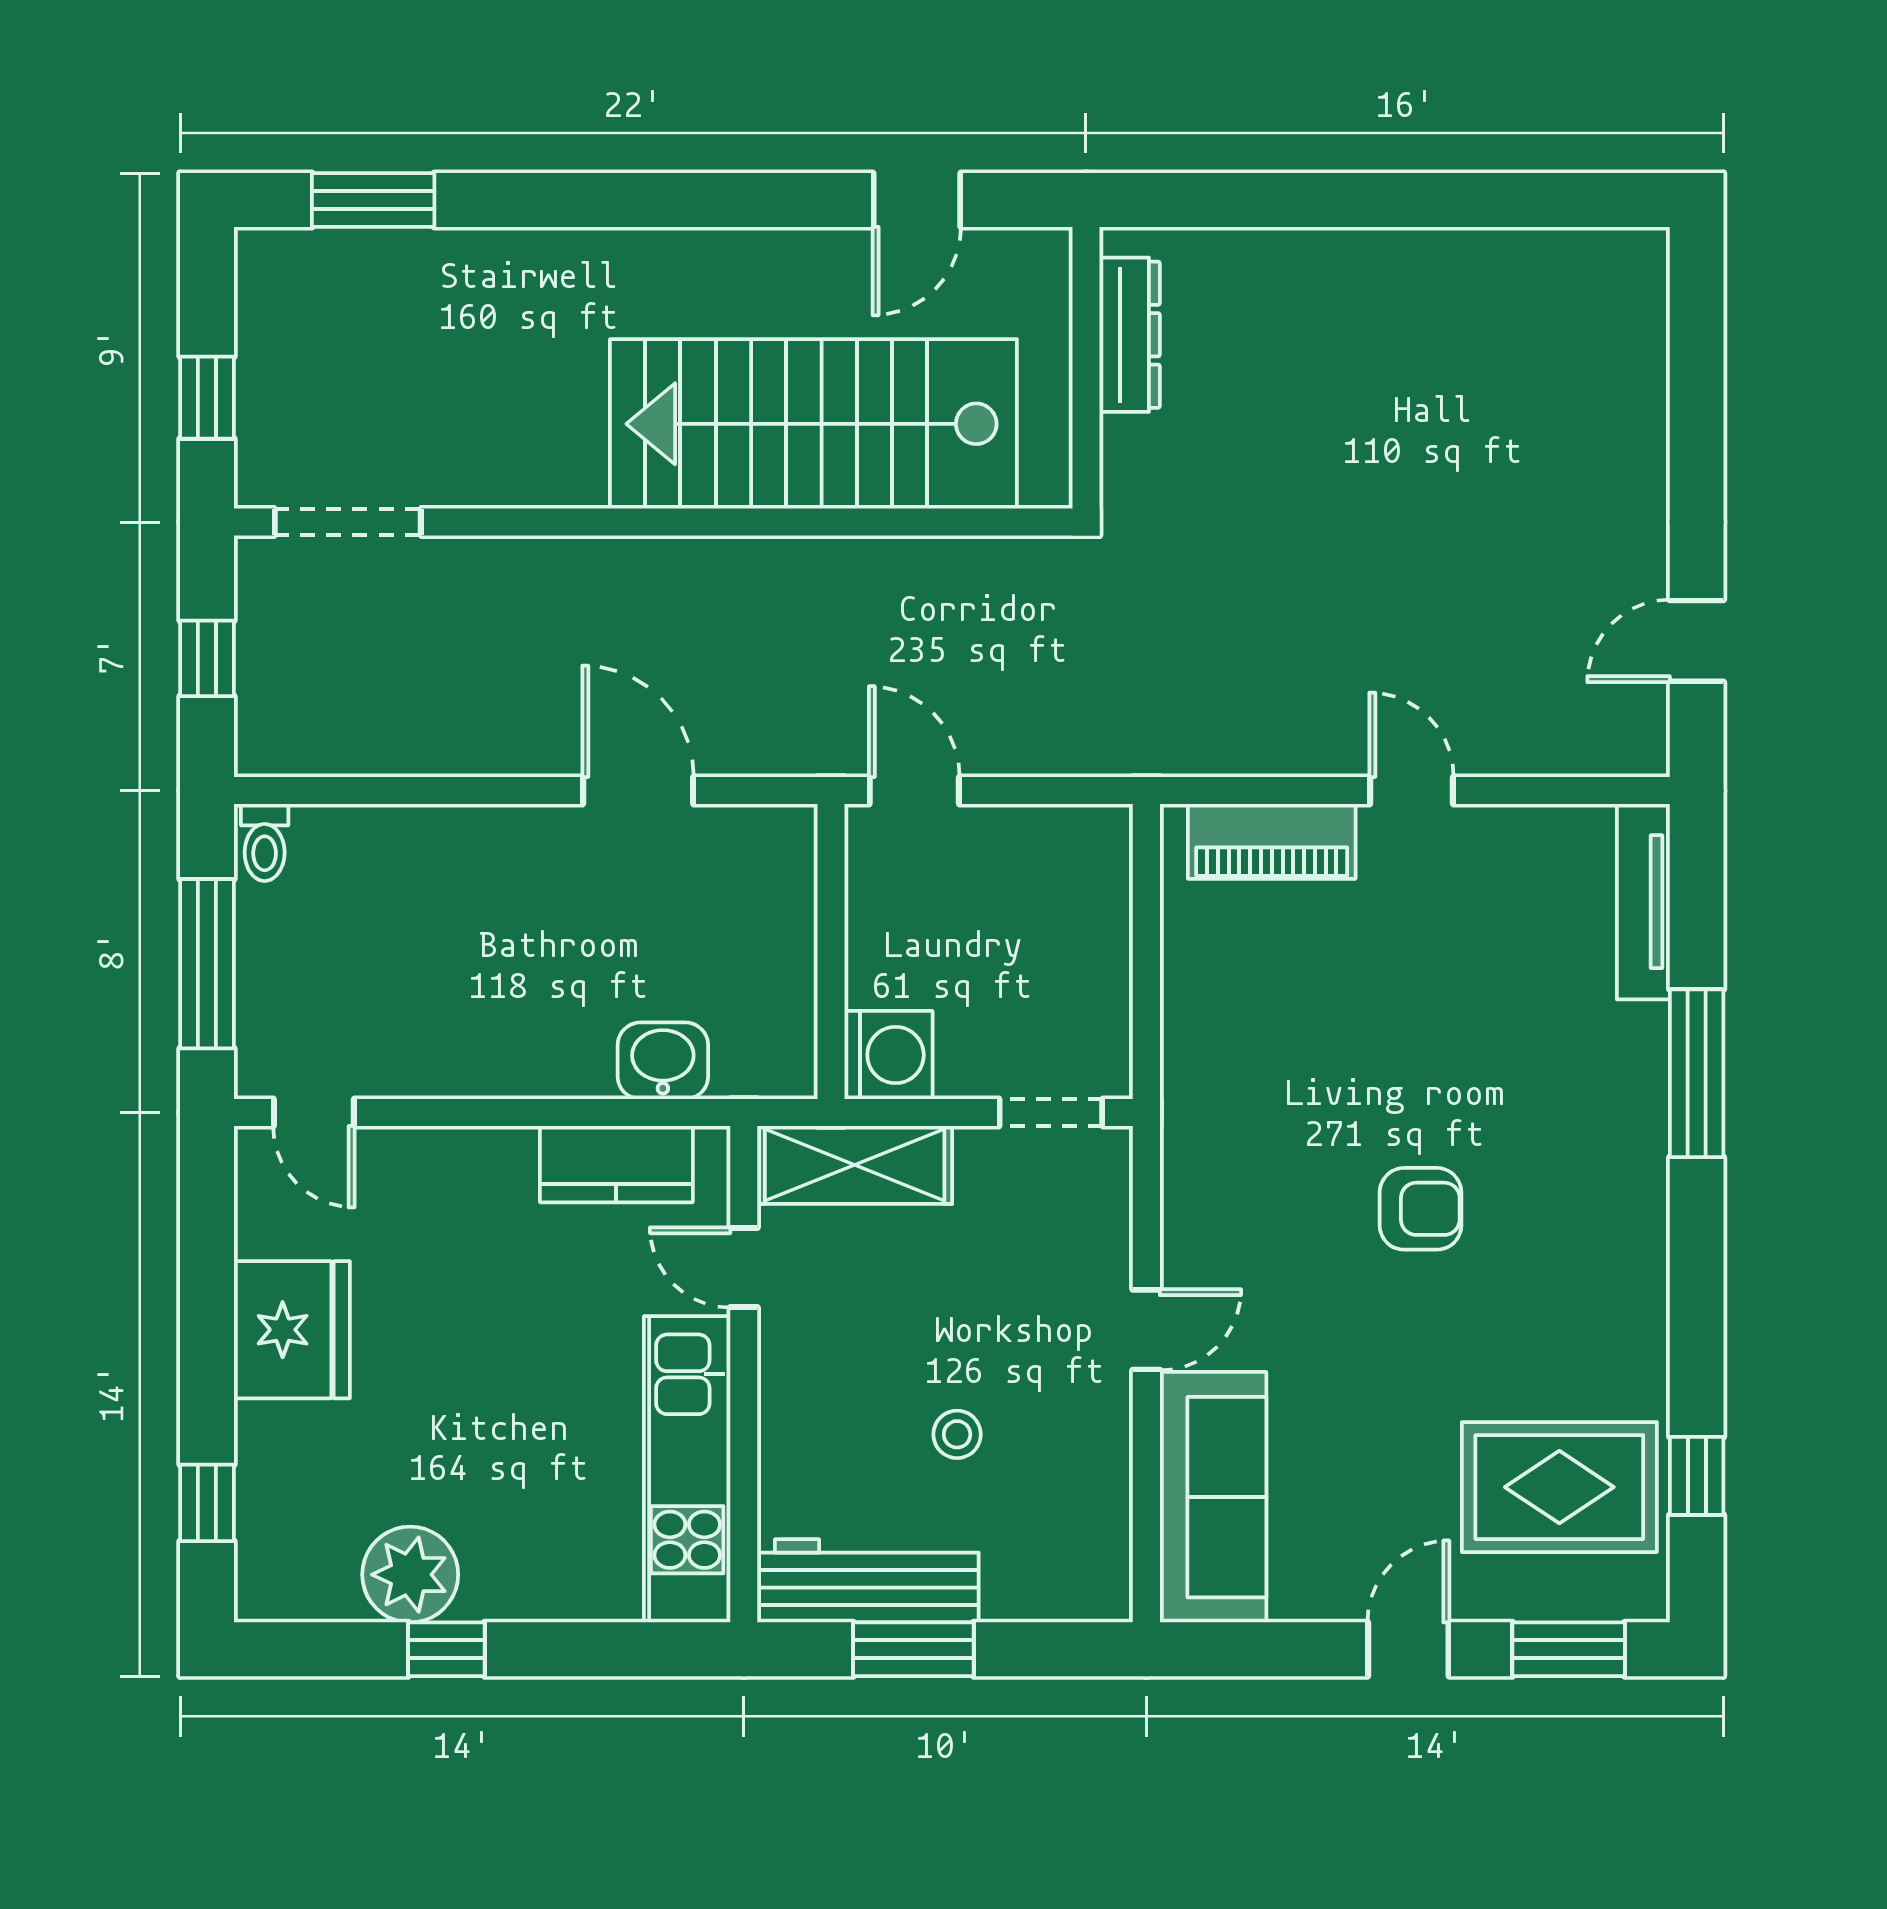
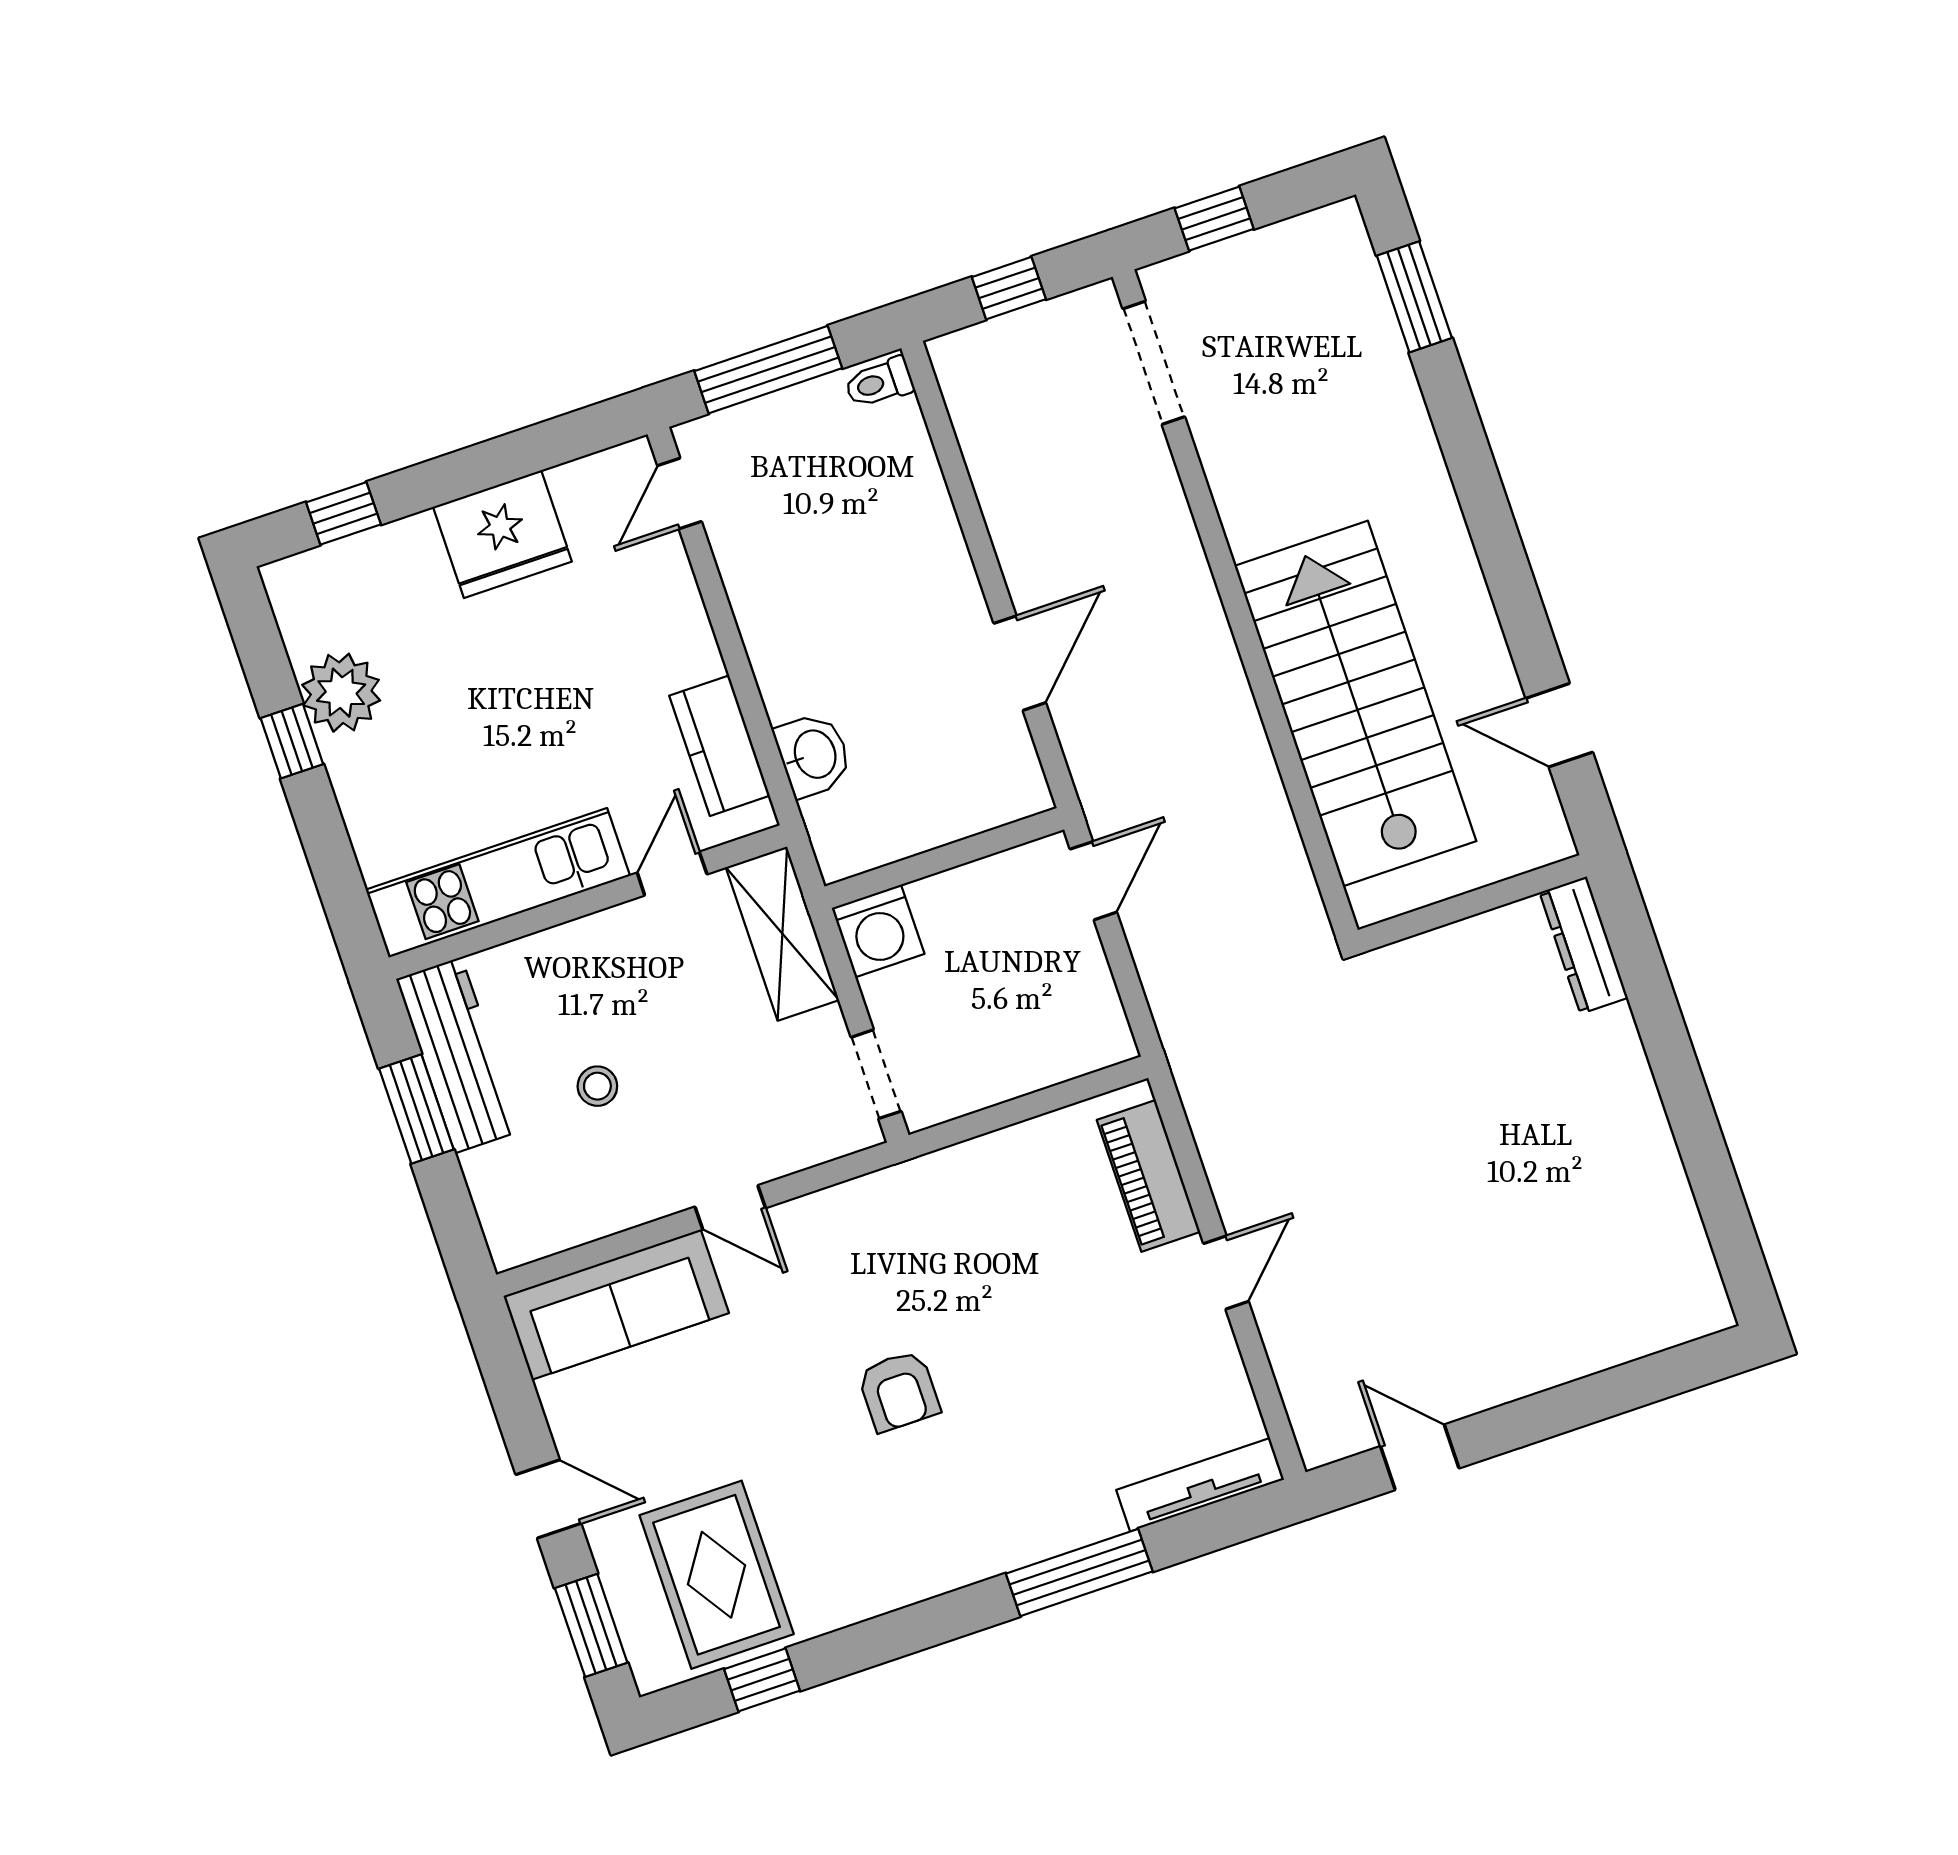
dresser: (1130, 335) -> (1584, 945), moved, turned 90

